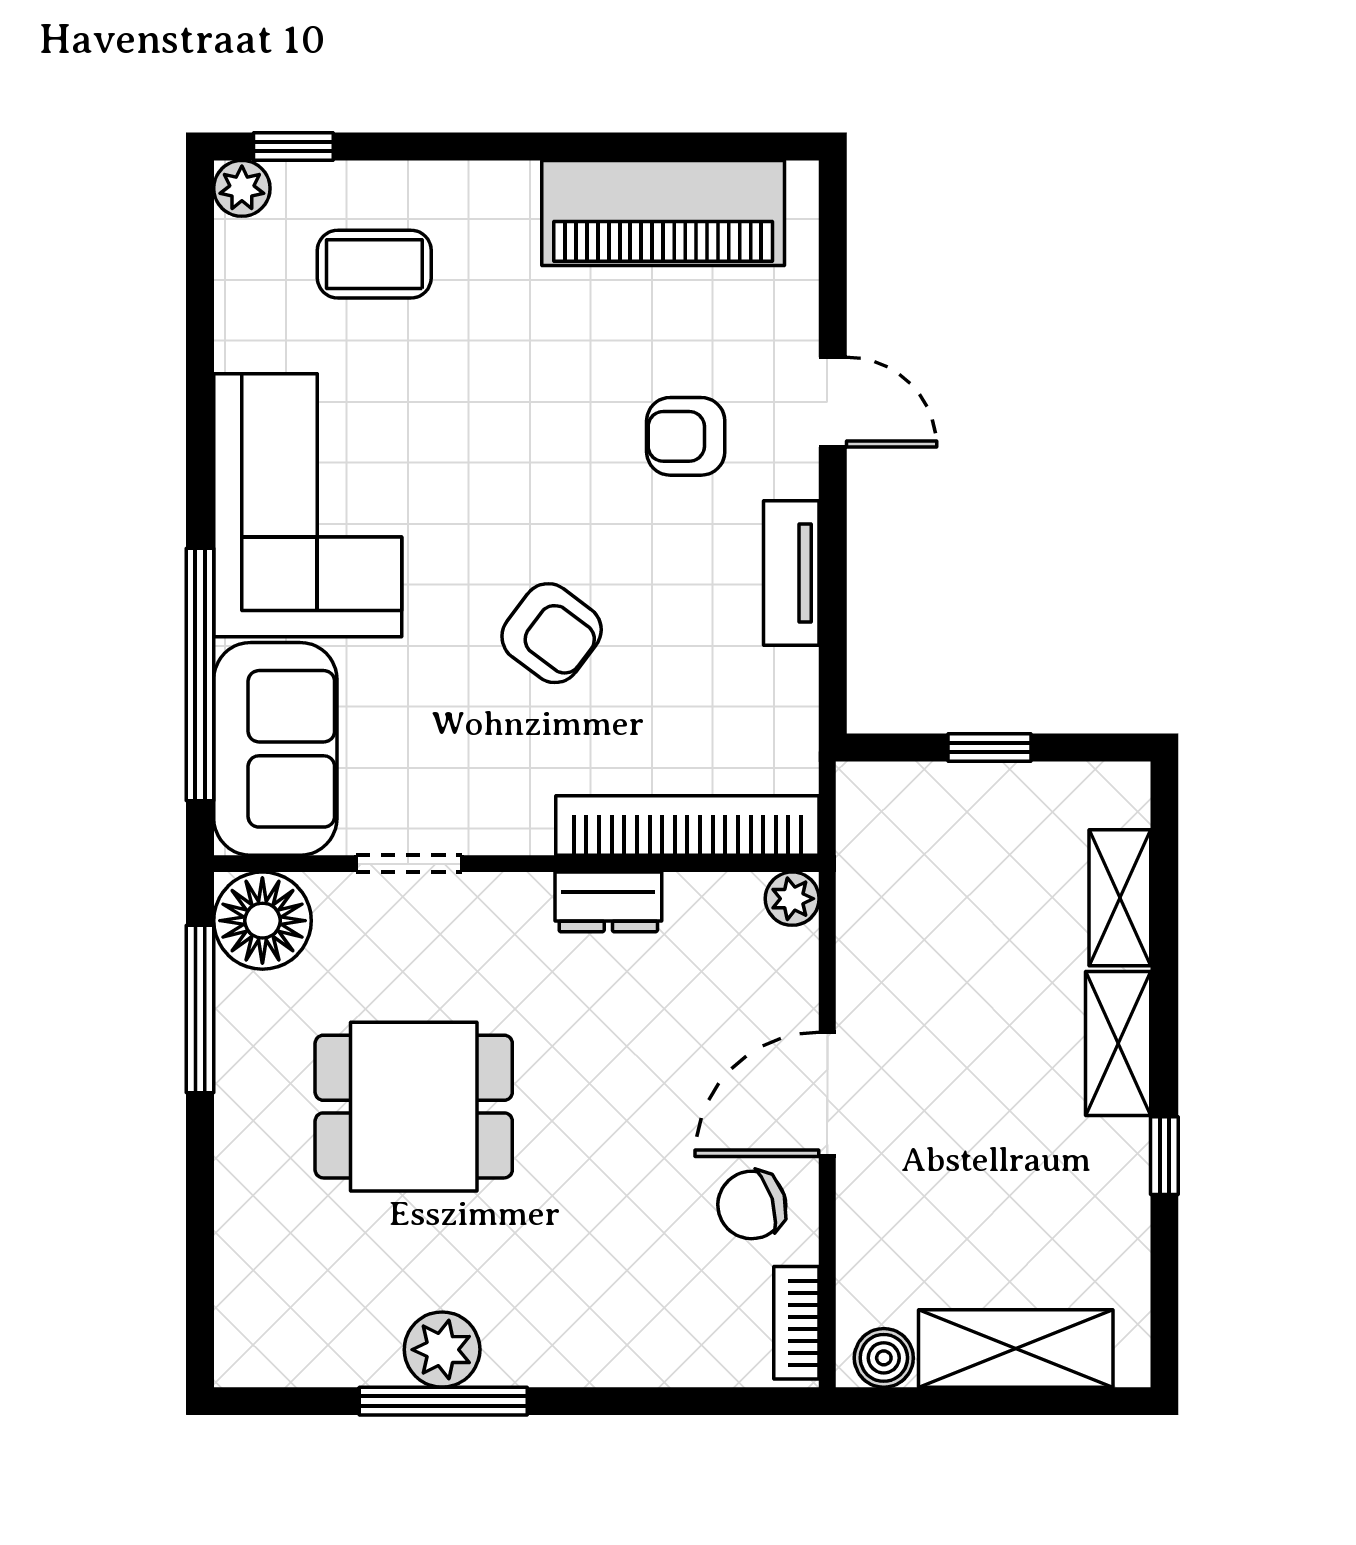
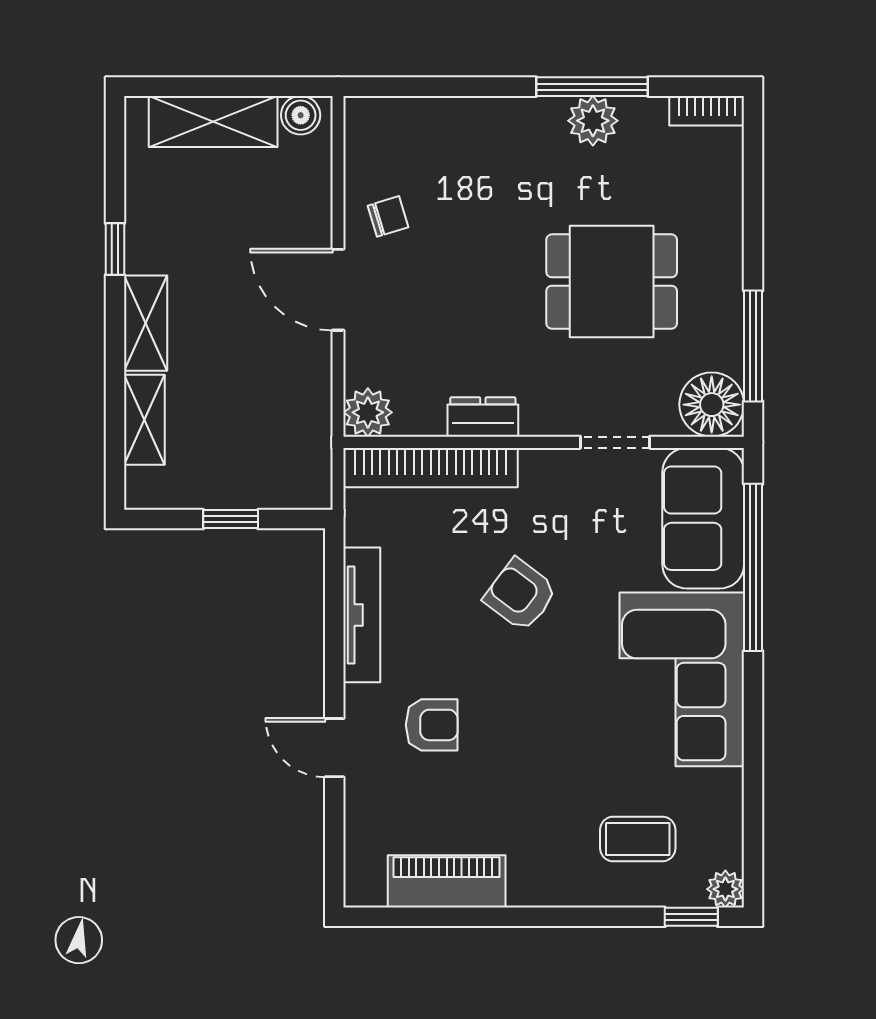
piano: (663, 213) -> (447, 881), width x0.73, depth x0.75
tv unit: (791, 573) -> (362, 615), width x1.41
plant: (792, 899) -> (368, 412), width x1.38, depth x1.38
door: (827, 1094) -> (338, 290), swing flipped
chair: (752, 1205) -> (388, 216), width x0.73, depth x0.73
bookcase: (796, 1323) -> (707, 111), moved, turned 90

